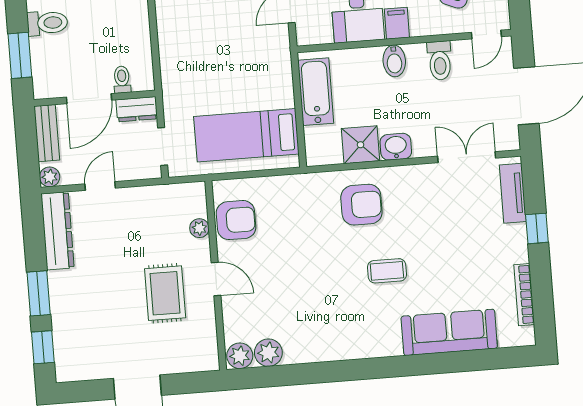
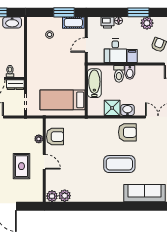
toilet: (440, 61) -> (119, 74), moved
armchair: (361, 205) -> (127, 132), moved
coffee table: (387, 271) -> (119, 164), width x1.86, depth x1.72

